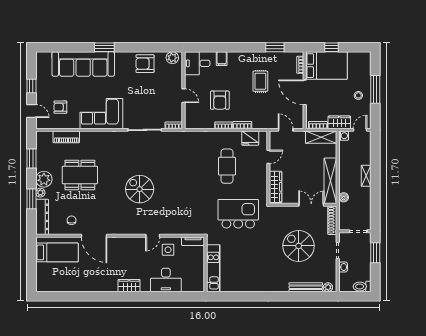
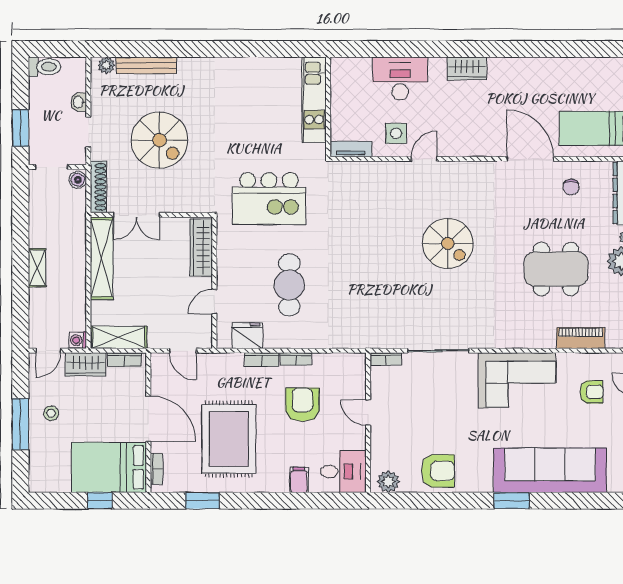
rug: (260, 81) -> (229, 439), width x1.86, depth x2.06
boiler: (344, 197) -> (78, 180), moved

